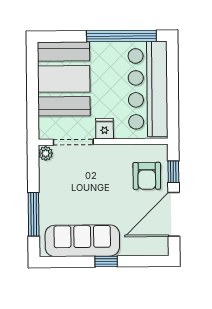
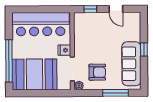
window: (121, 36) -> (9, 61), moved
armchair: (147, 176) -> (97, 72), moved
door: (174, 214) -> (116, 9), width x0.53

